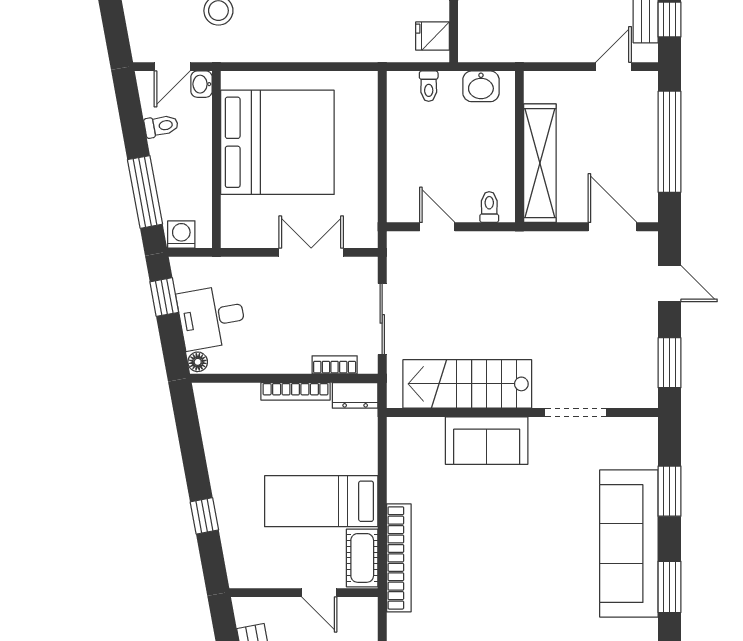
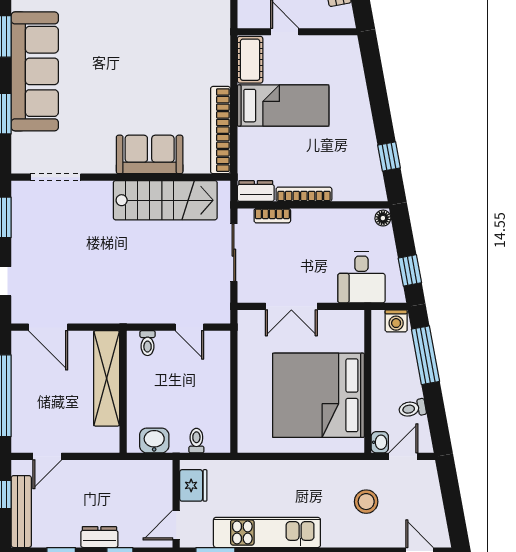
fridge: (433, 36) -> (193, 485), width x1.38
desk: (212, 317) -> (361, 277), moved, turned 100
doorway: (576, 413) -> (56, 177), moved
window: (204, 516) -> (389, 156), moved
bookcase: (399, 558) -> (221, 130), moved

